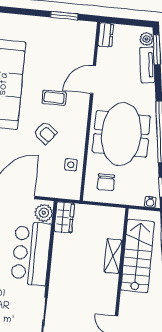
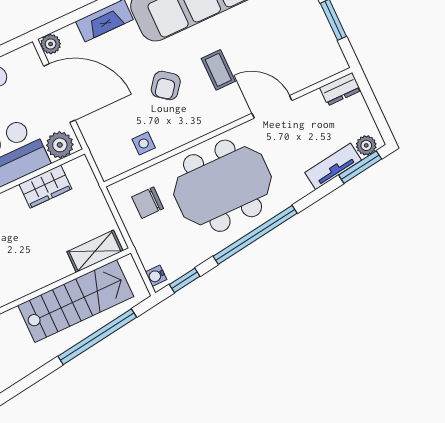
wardrobe: (64, 217) -> (45, 187), moved
shelving: (113, 256) -> (95, 251), moved

